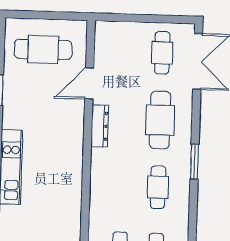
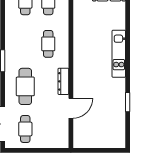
cafe table: (43, 49) -> (101, 129), removed
cafe table: (158, 187) -> (48, 44), moved

